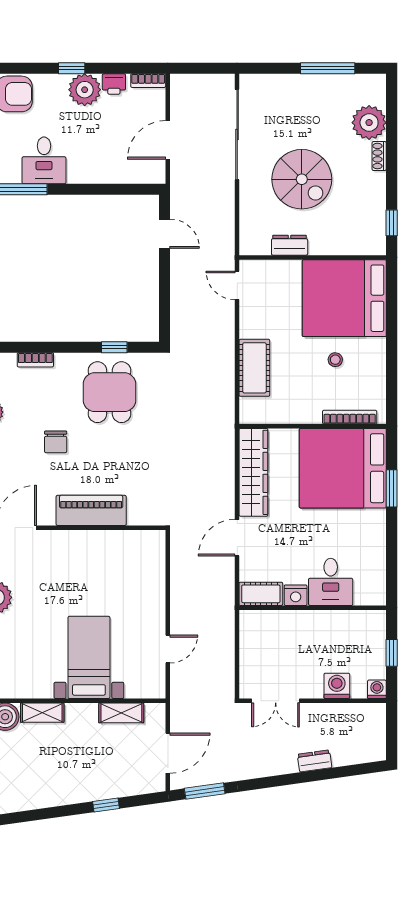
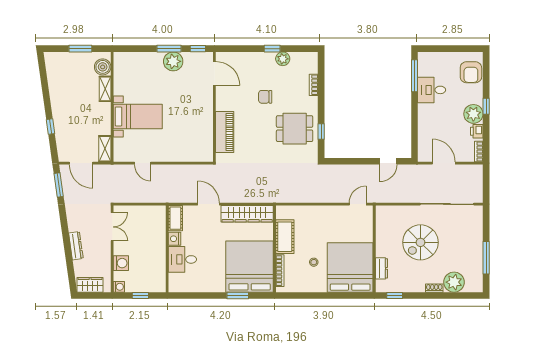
dresser: (290, 245) -> (382, 268), moved
cot: (254, 368) -> (285, 237), moved, turned 90
piano: (91, 510) -> (225, 132), moved
double door: (276, 701) -> (112, 227), swing flipped
shelving: (121, 713) -> (105, 149), moved
wardrobe: (374, 738) -> (90, 285), added
dresser: (315, 761) -> (76, 246), width x1.44

